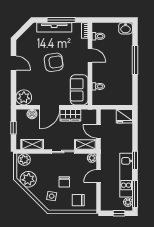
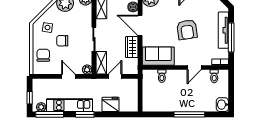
fridge: (124, 116) -> (110, 104), moved, turned 90

